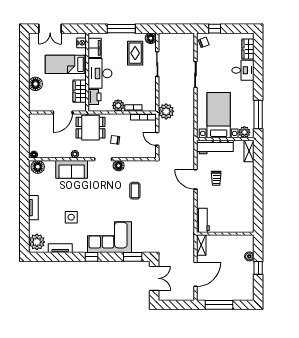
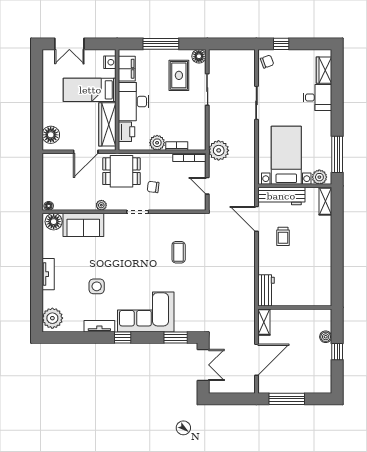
floor lamp: (35, 84) -> (51, 135), moved
wardrobe: (80, 91) -> (107, 124), width x1.50
floor lamp: (119, 166) -> (158, 220), removed
sofa: (72, 169) -> (83, 225), moved
door: (195, 179) -> (256, 219), moved
tv unit: (60, 248) -> (99, 326), moved

